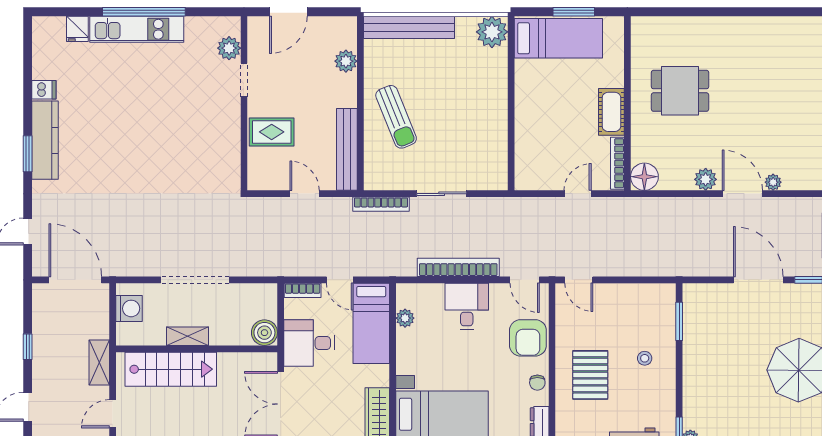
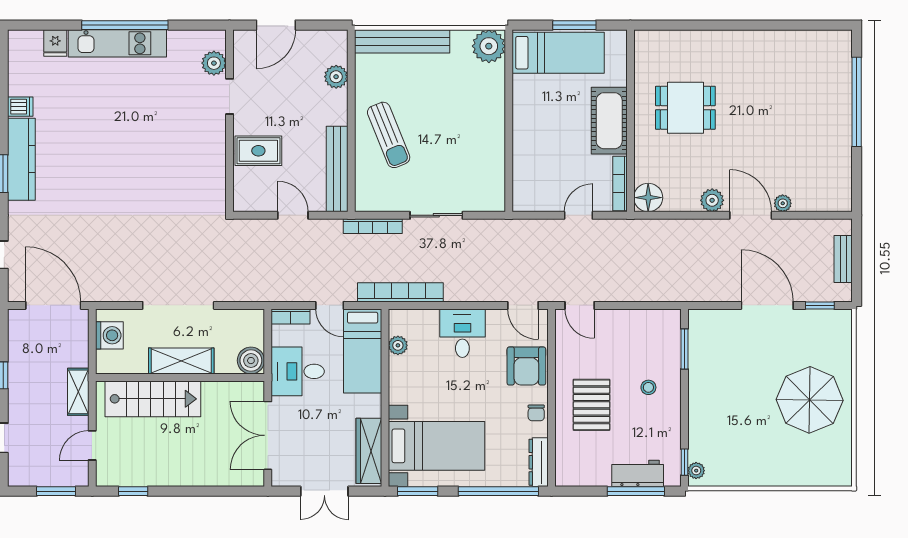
cot: (611, 112) -> (609, 121), width x1.37, depth x1.34
bookcase: (458, 267) -> (400, 292), moved
shelving: (187, 336) -> (181, 361), width x1.50, depth x1.33

